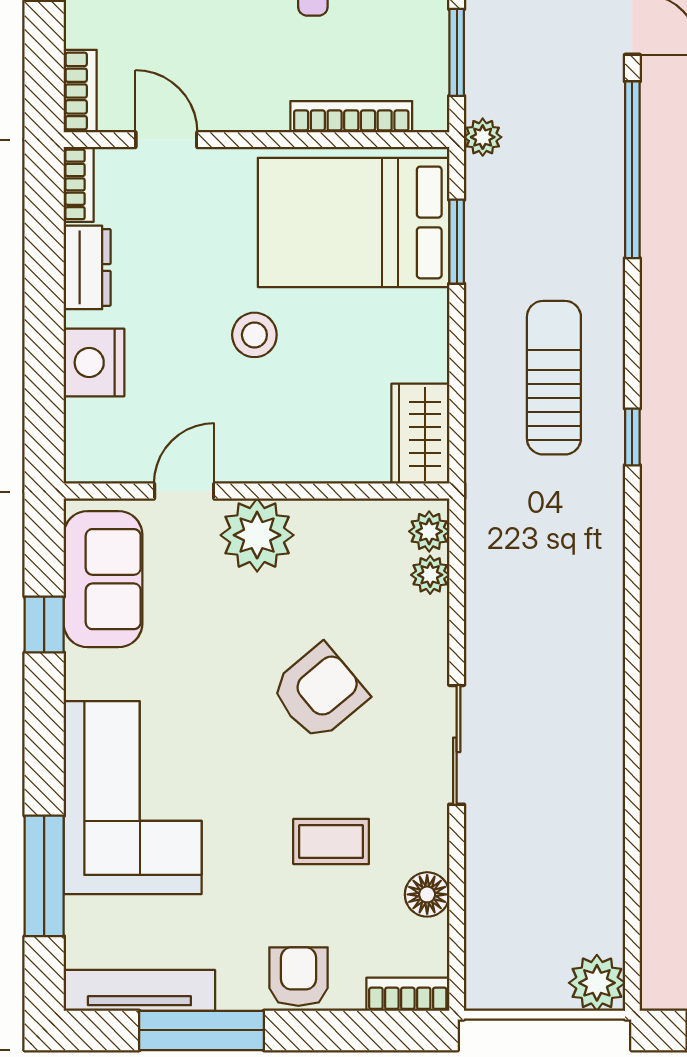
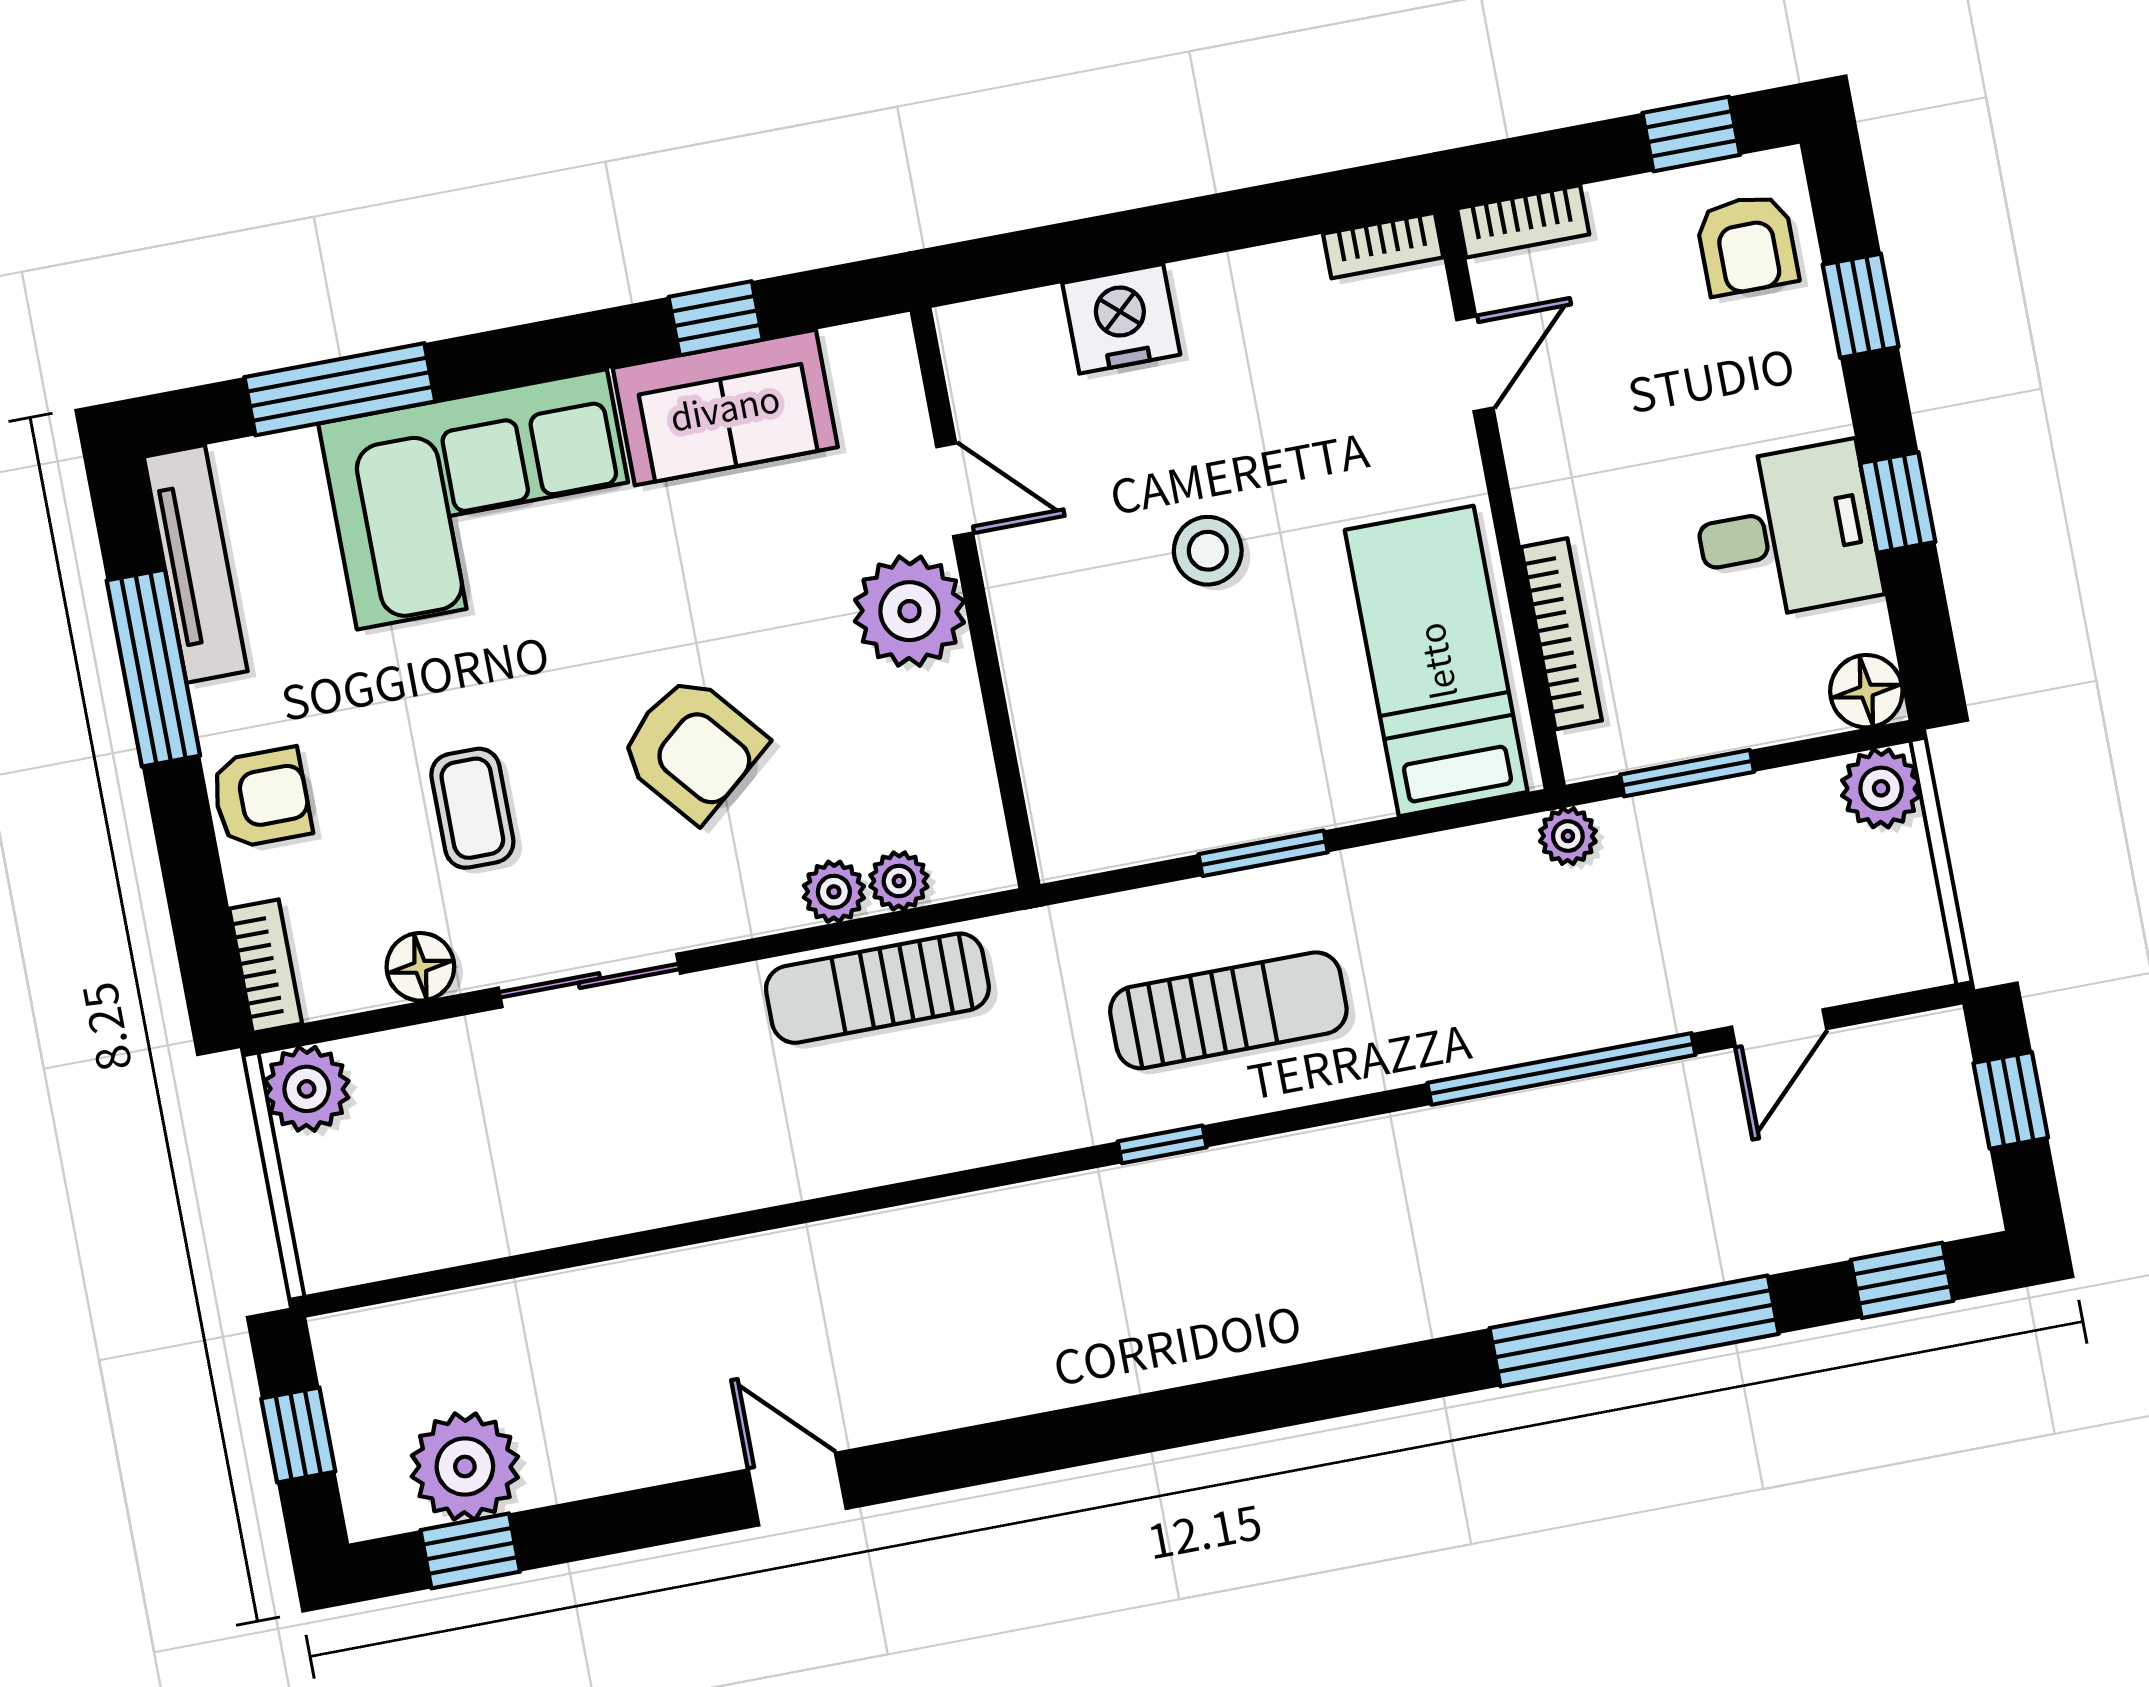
bed: (354, 222) -> (1436, 661), width x0.67
window: (457, 242) -> (1263, 853), moved
dresser: (87, 267) -> (1261, 282), removed
wardrobe: (420, 434) -> (1107, 826), removed
plant: (429, 531) -> (834, 892), moved
sofa: (103, 579) -> (725, 407), moved
sun lounger: (497, 602) -> (877, 988), added
sliding door: (457, 745) -> (589, 981), moved
plant: (597, 983) -> (307, 1089), moved

